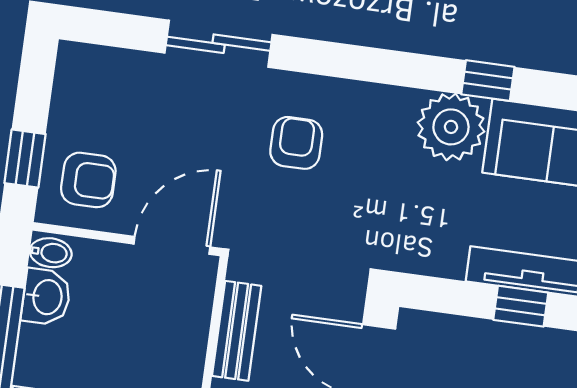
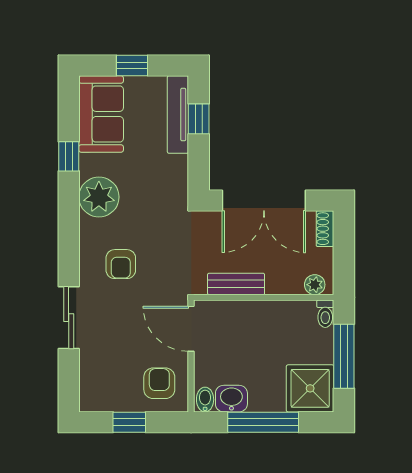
plant: (451, 127) -> (99, 197), moved
armchair: (296, 143) -> (121, 264), turned -90
window: (25, 159) -> (129, 422), moved

